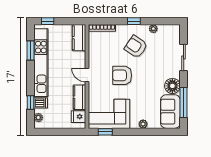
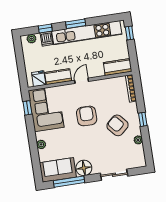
armchair: (136, 47) -> (117, 125), turned -75
window: (31, 51) -> (76, 24), moved

